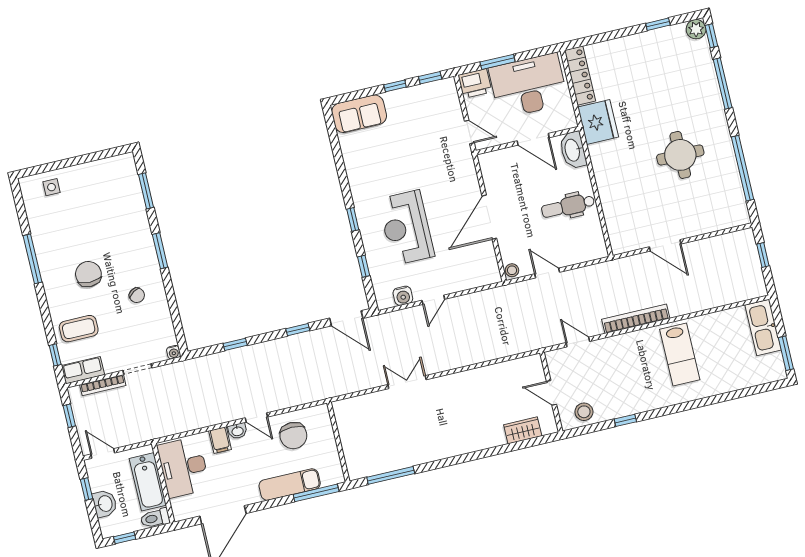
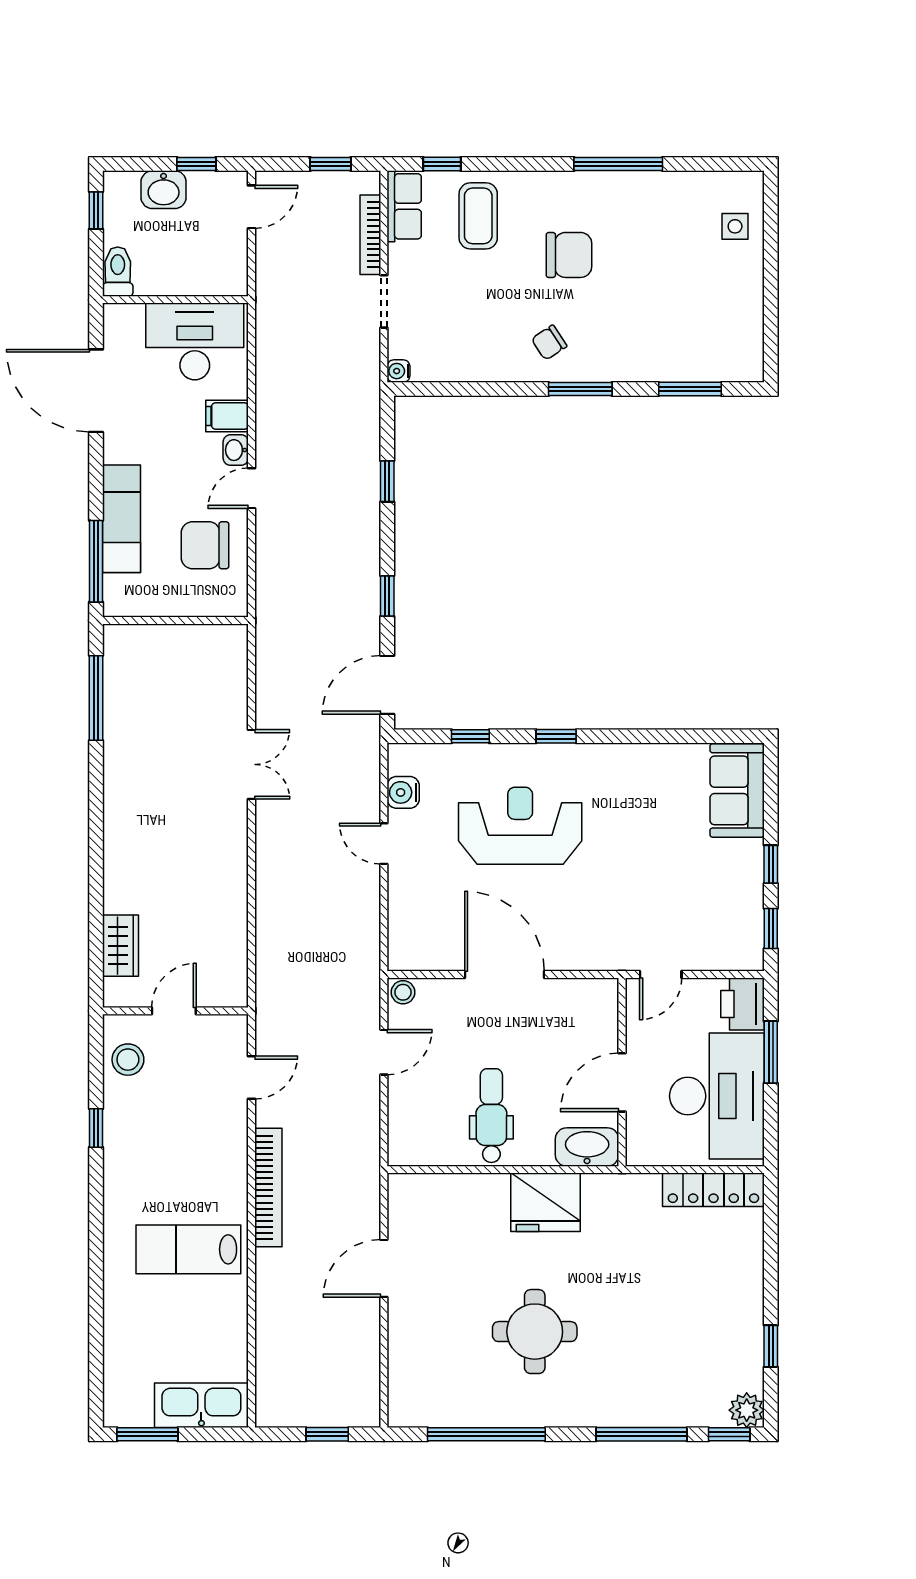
fridge: (598, 122) -> (545, 1202), moved
chair: (137, 295) -> (549, 343), moved
bathtub: (148, 482) -> (184, 274), removed

